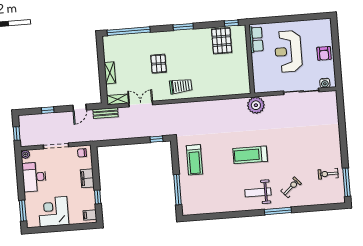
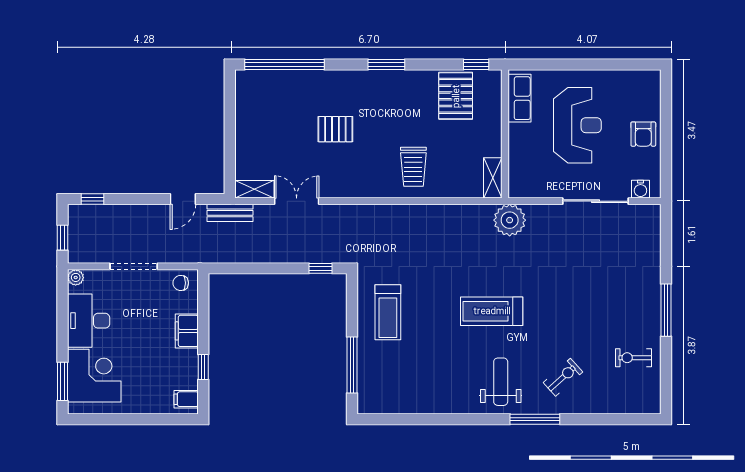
reception desk: (288, 51) -> (577, 125), turned 180
pallet: (159, 64) -> (335, 129), turned 90
shelving: (110, 73) -> (493, 178), moved
trolley: (181, 86) -> (413, 167), moved, turned 93
window: (48, 110) -> (92, 199), moved
window: (346, 182) -> (666, 310), moved
weight bench: (258, 192) -> (501, 382), turned 90
corner desk: (53, 212) -> (94, 376), moved, turned 90

